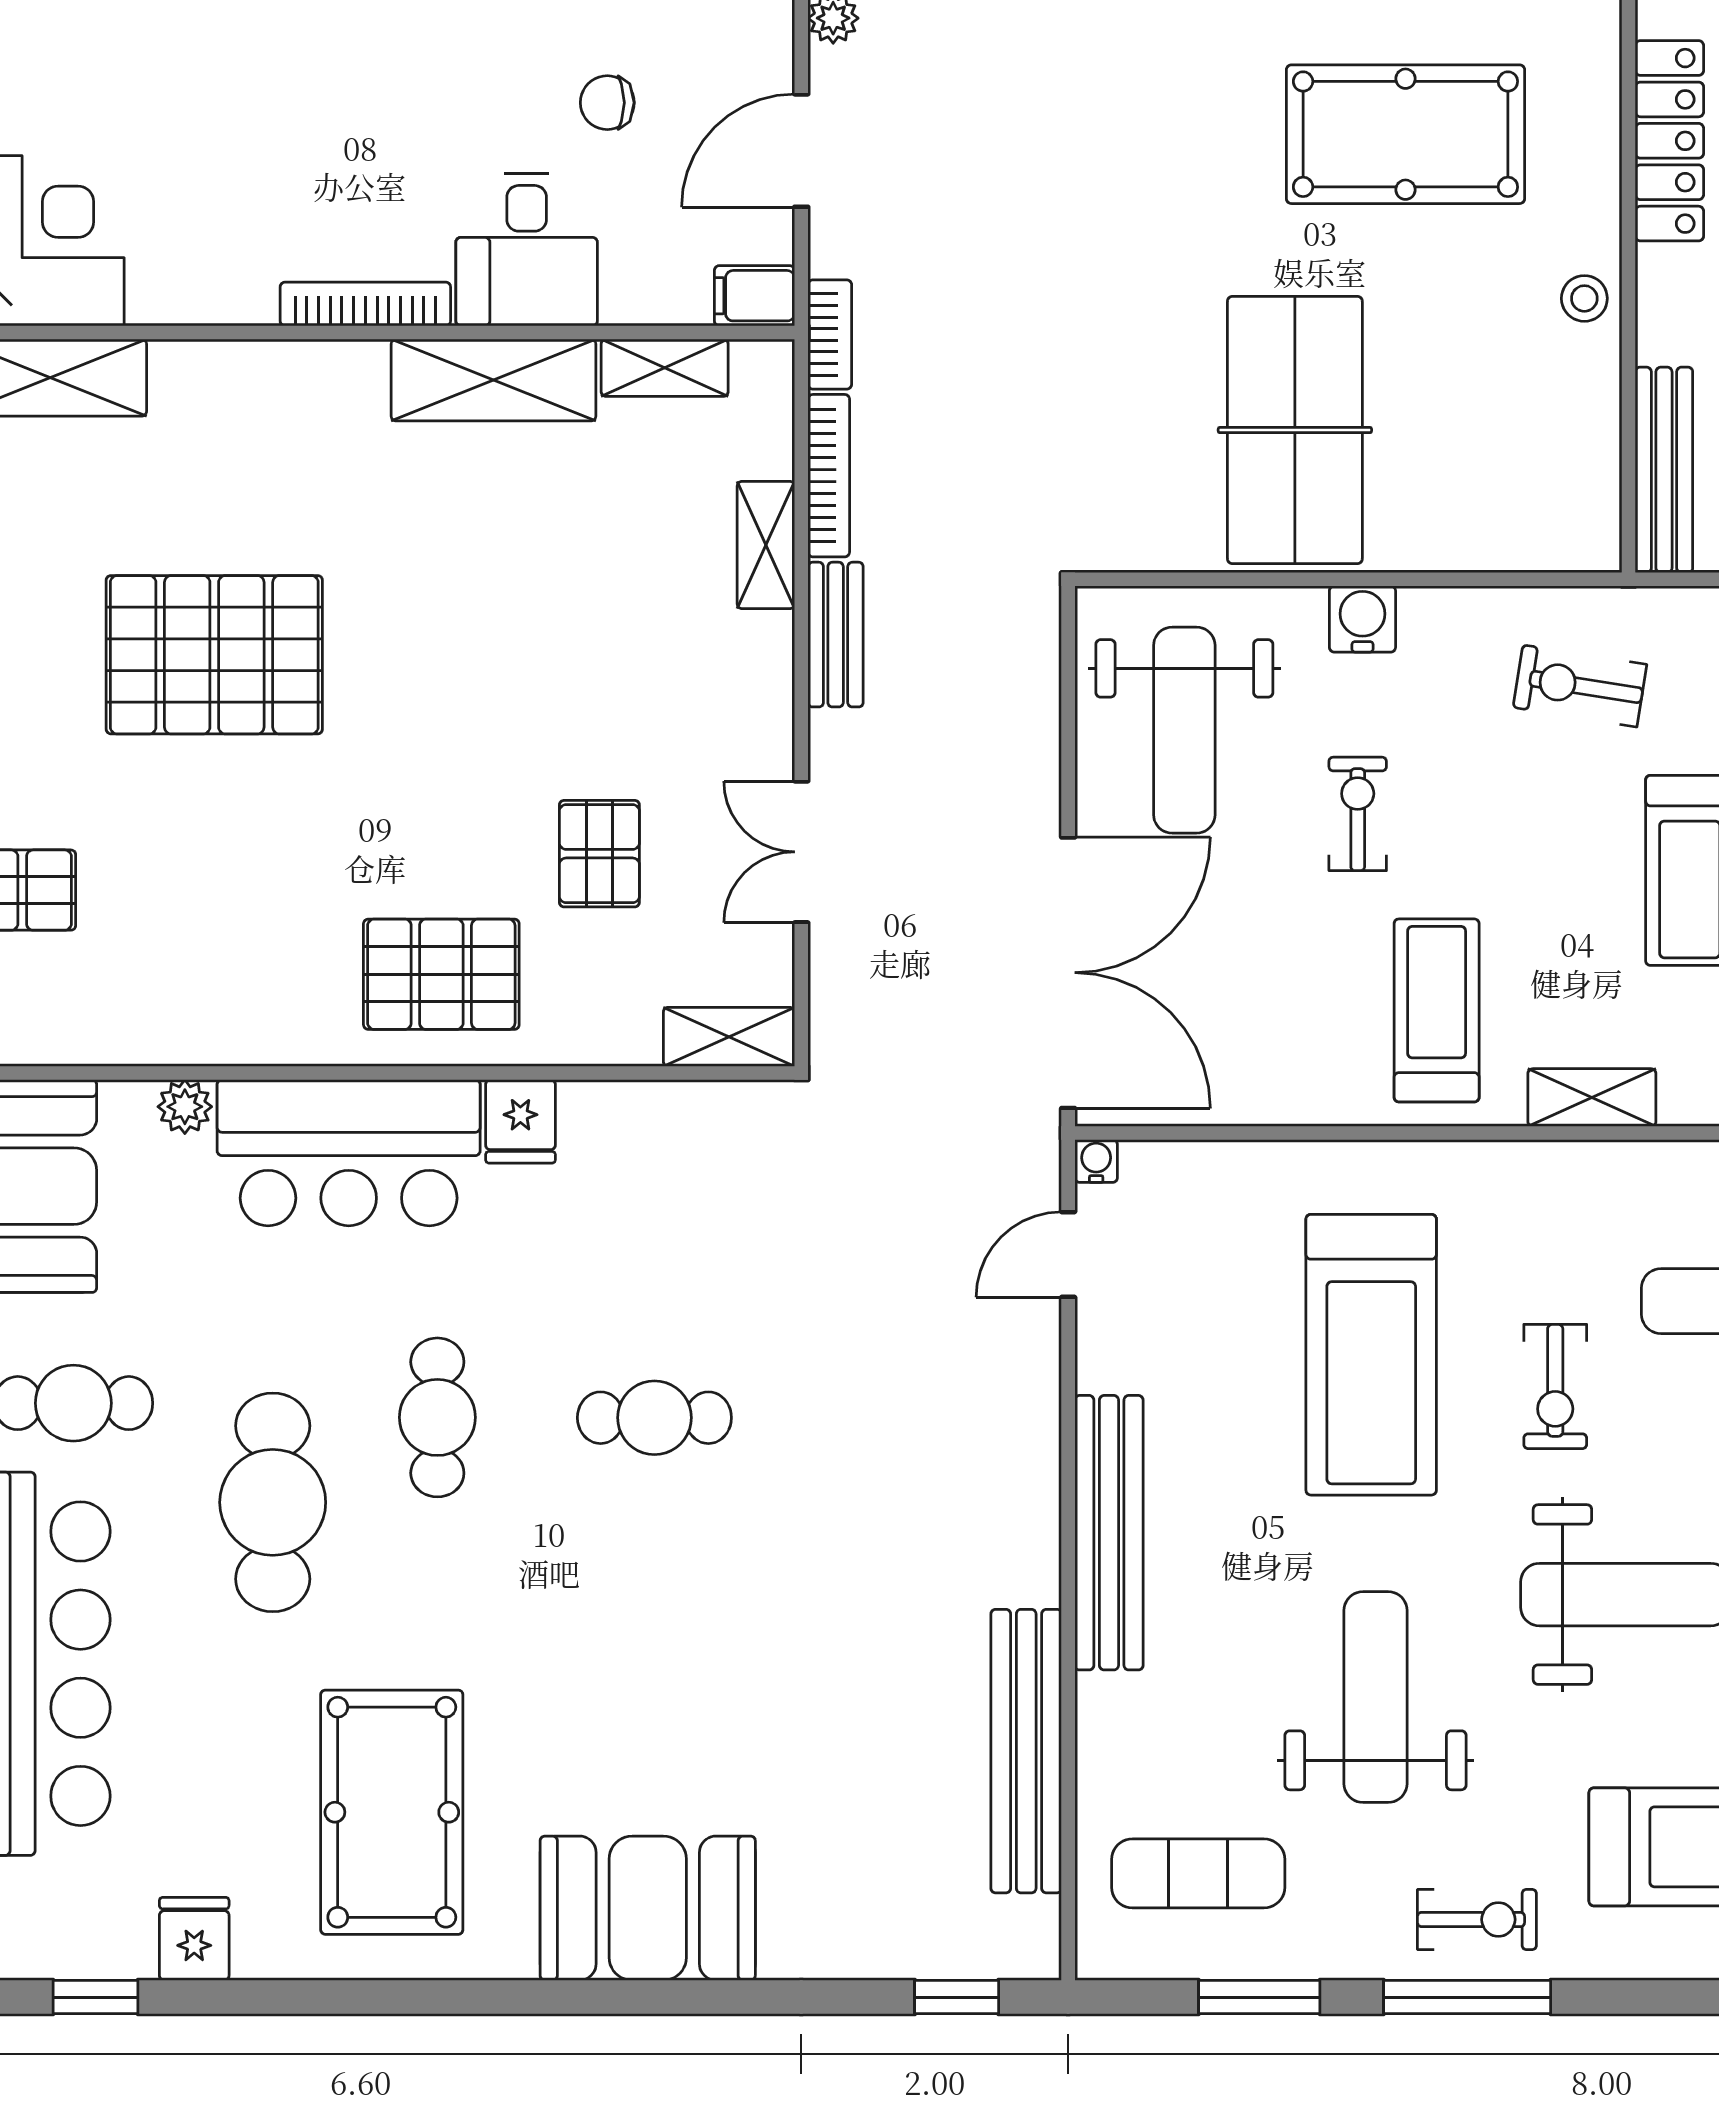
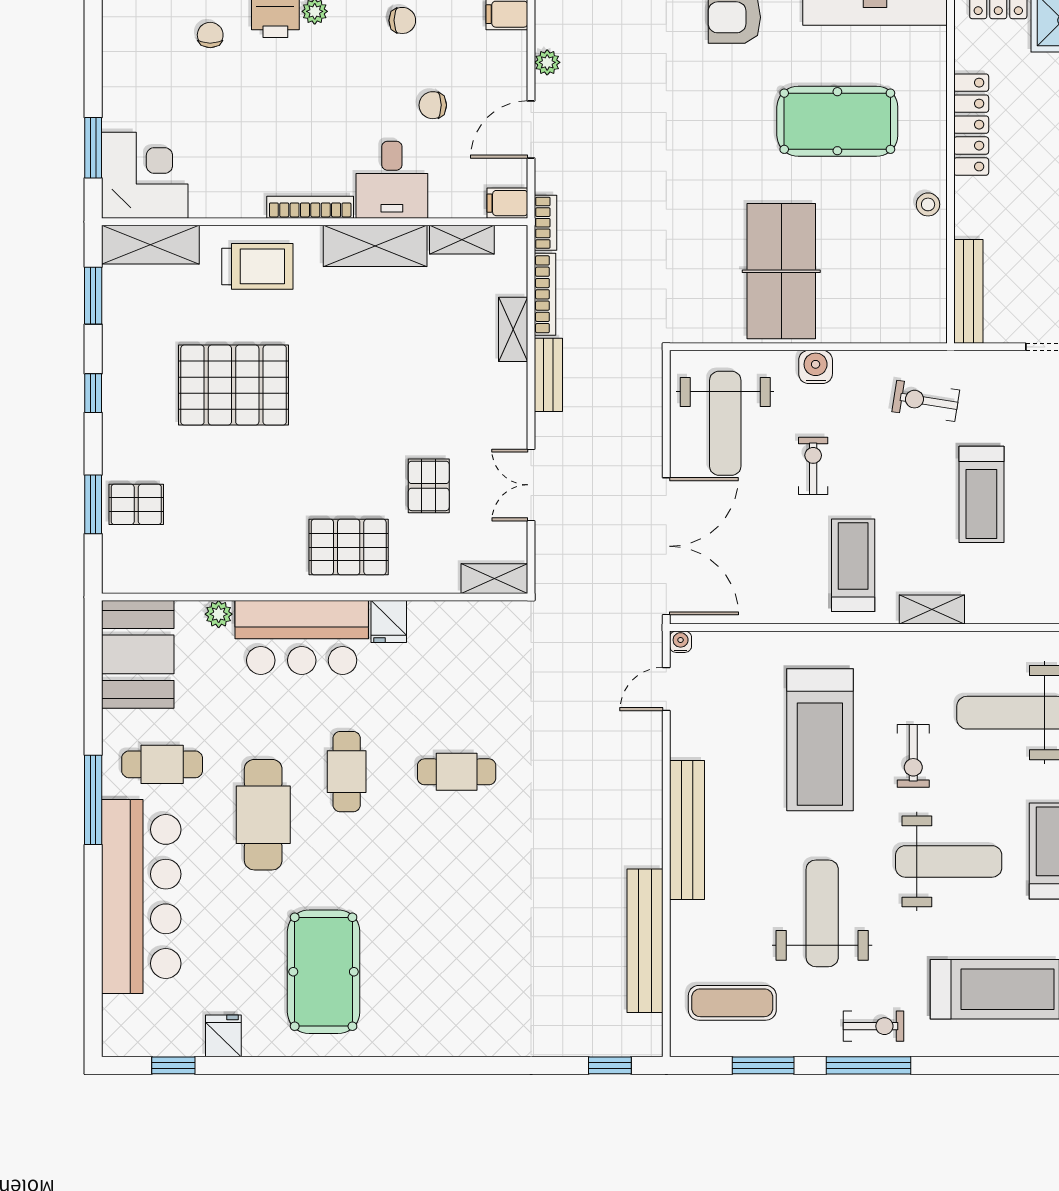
trolley: (261, 421) -> (257, 266), added
booth: (648, 1908) -> (453, 1020), removed

